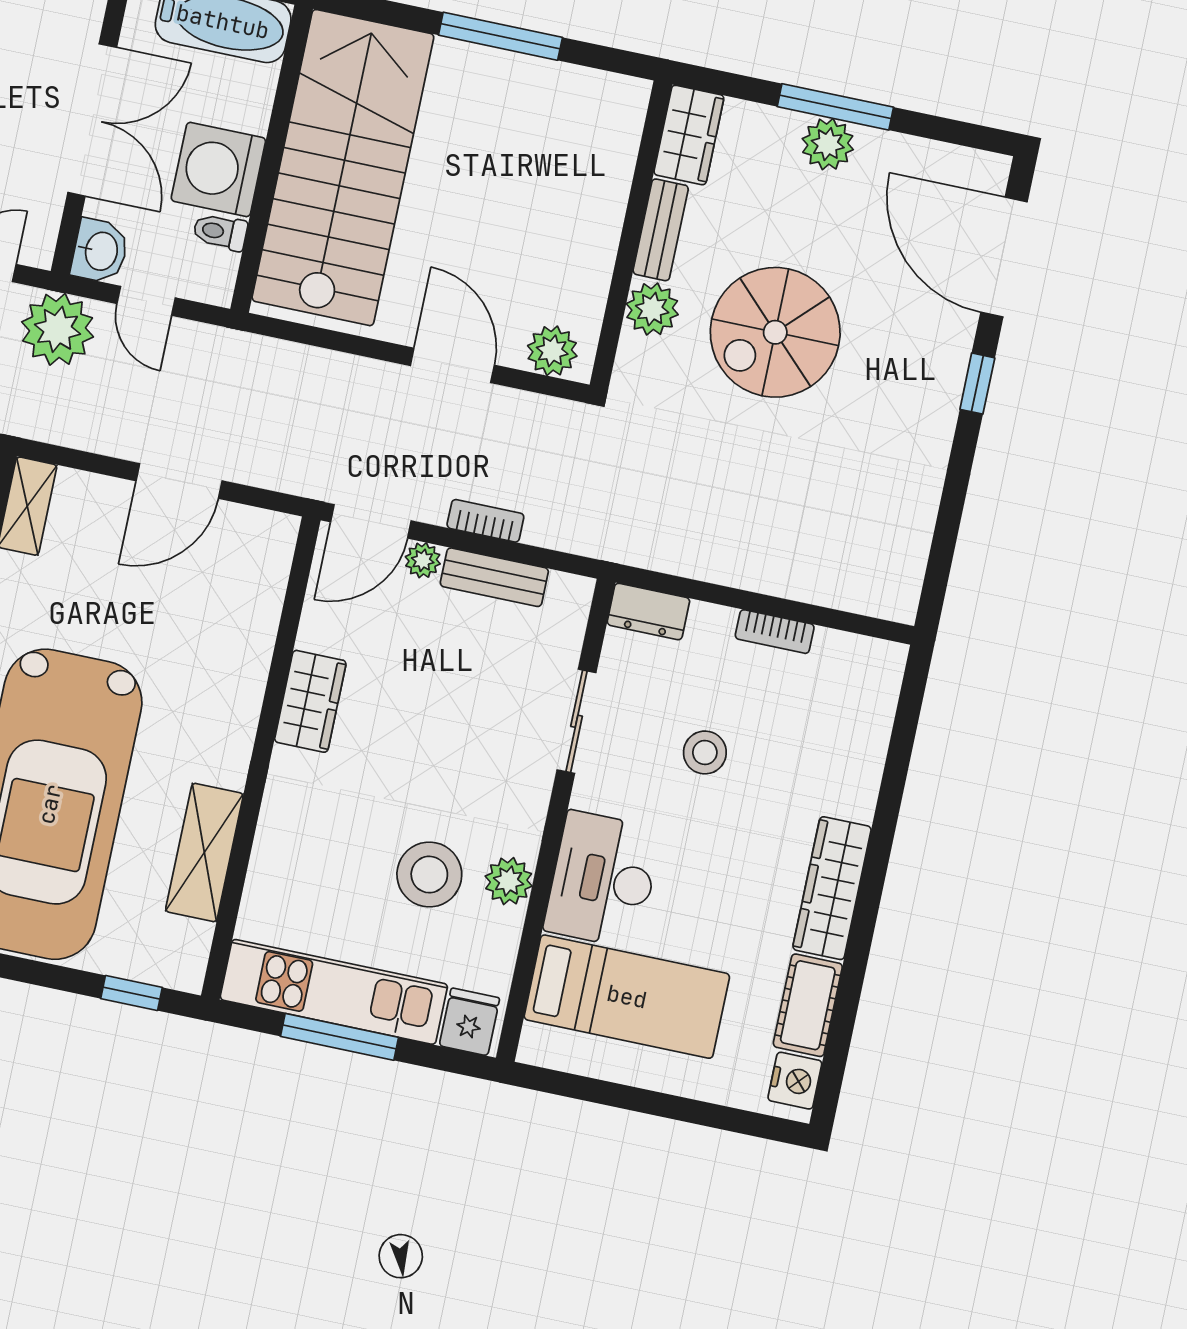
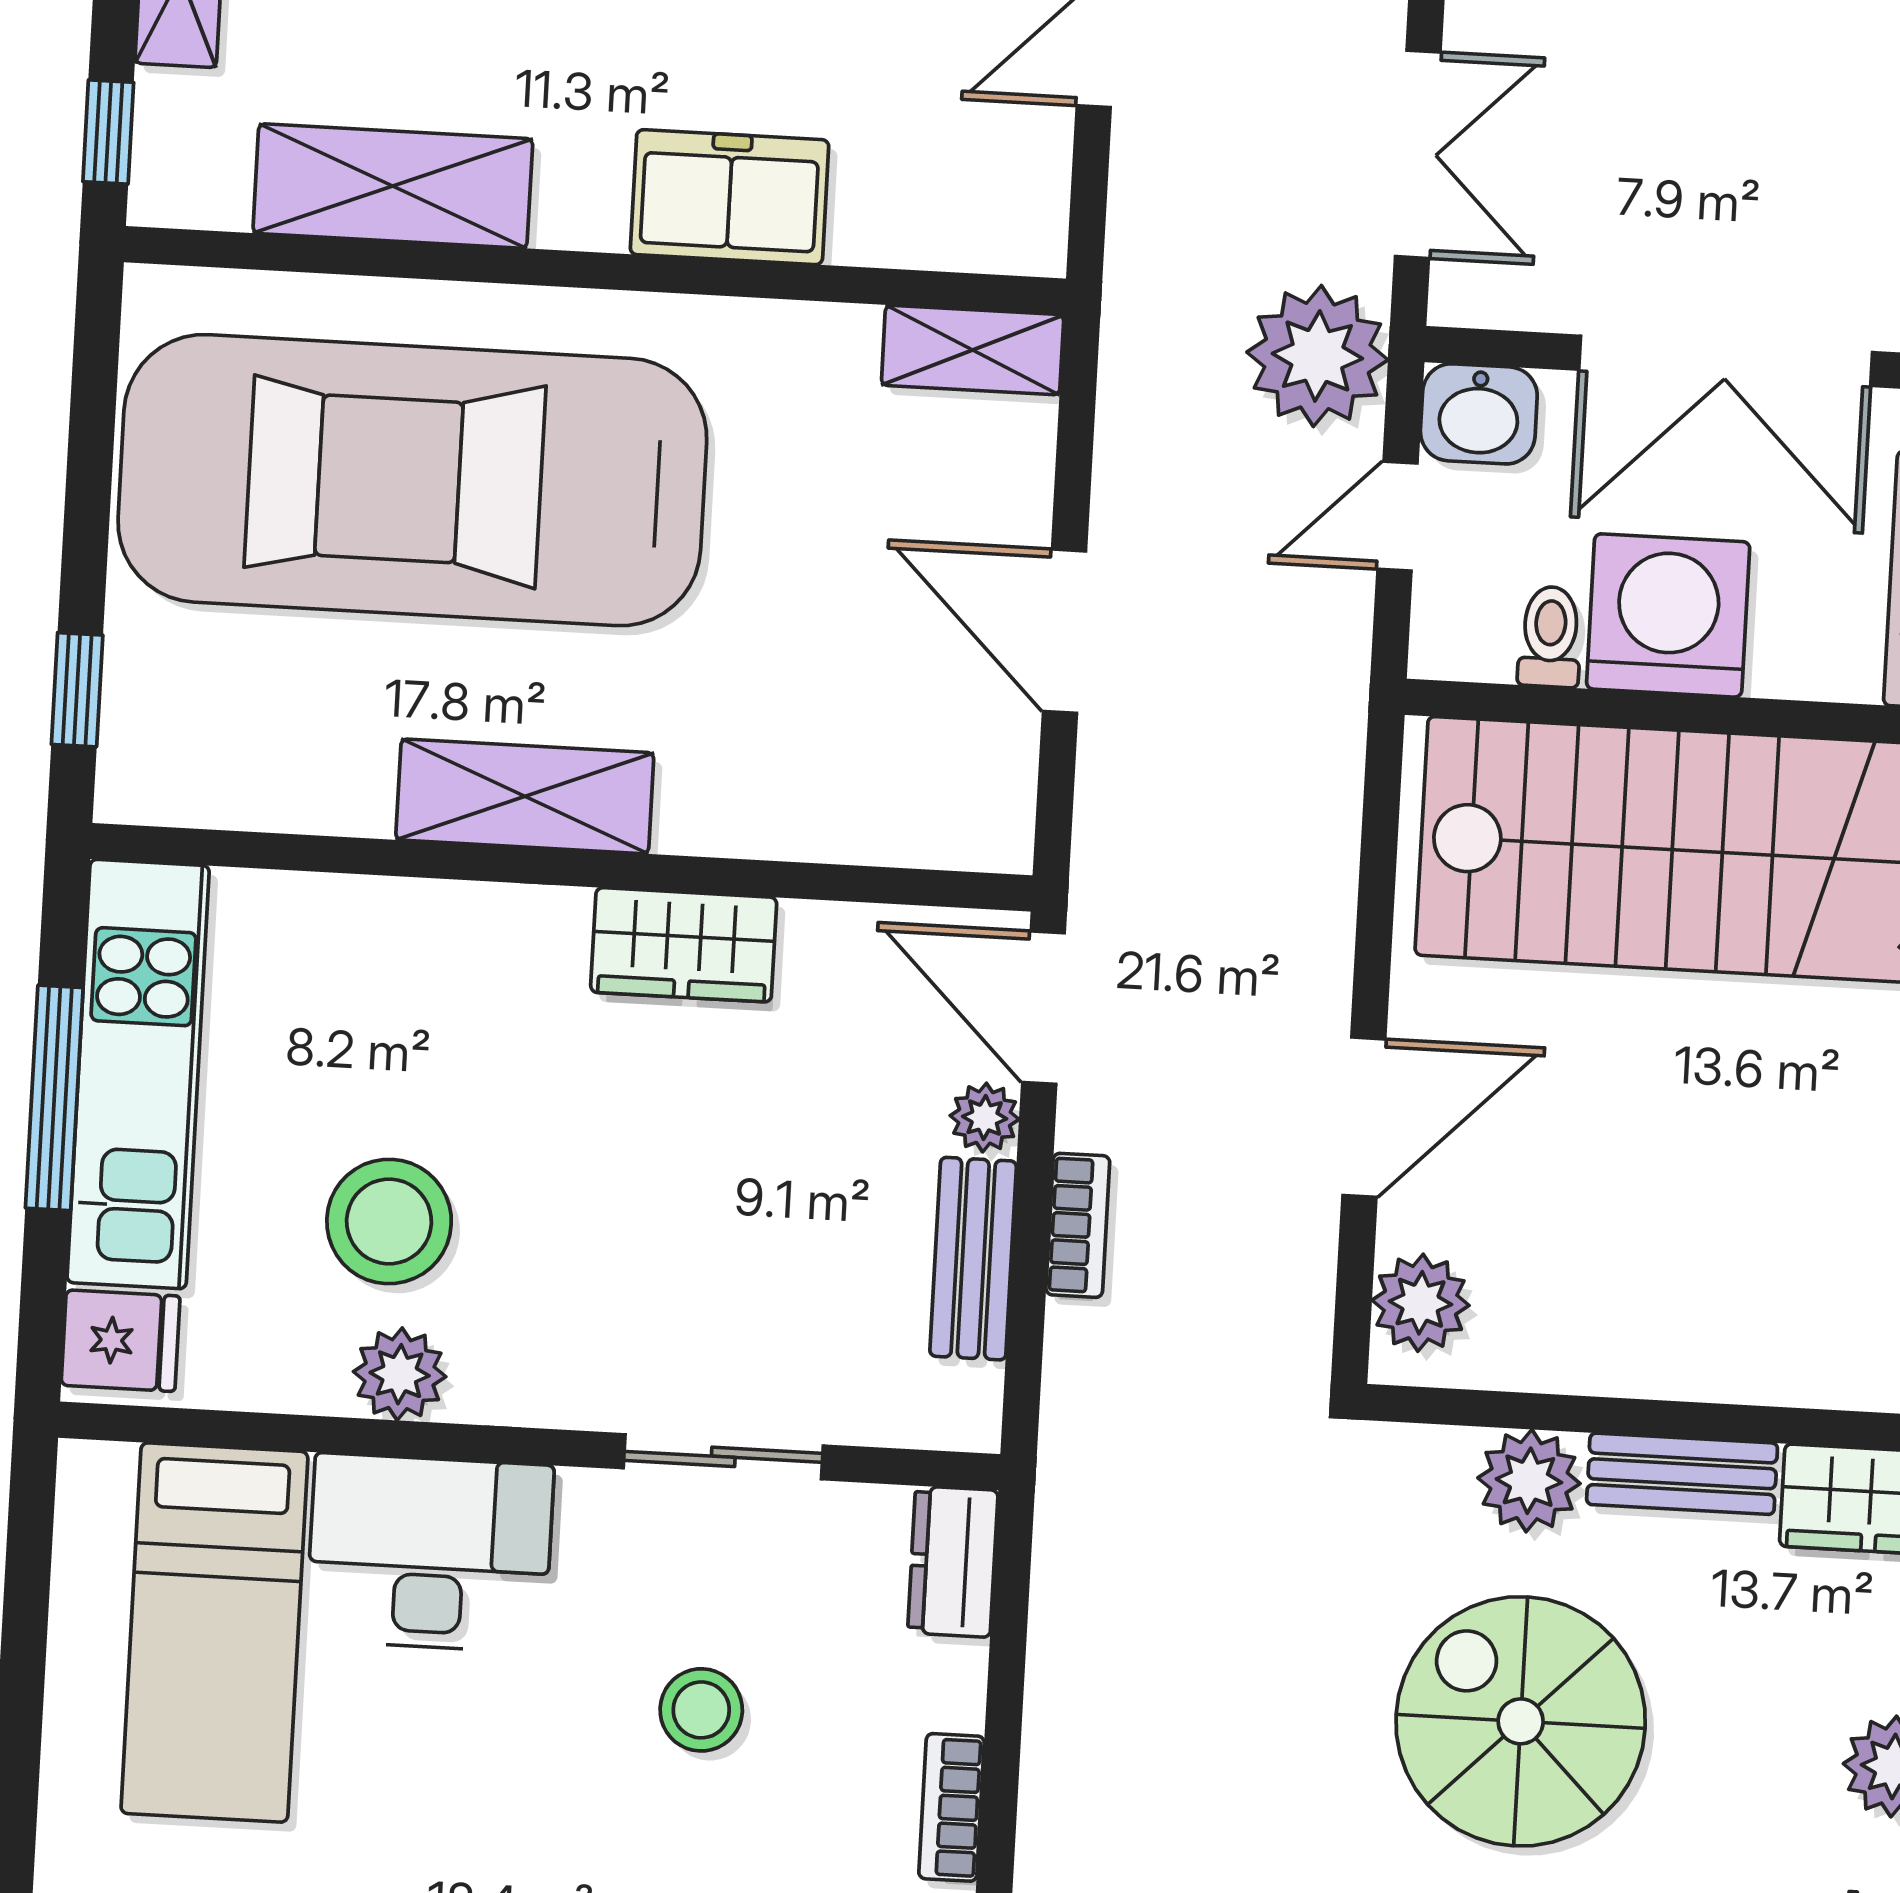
shelving: (204, 852) -> (525, 796), moved

